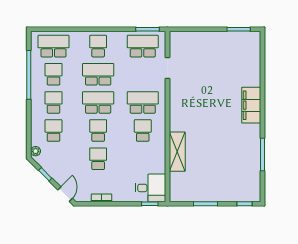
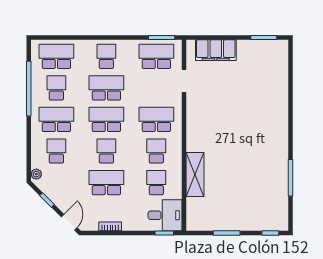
school desk: (53, 102) -> (56, 119), width x1.85
filing cabinet: (251, 105) -> (216, 50), moved, turned -90
school desk: (98, 159) -> (106, 183), width x1.85
school desk: (143, 159) -> (156, 183), added

